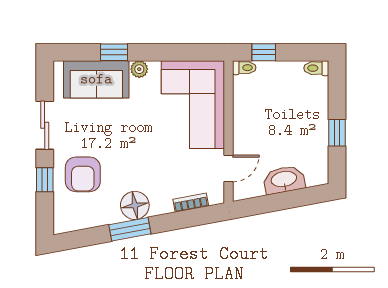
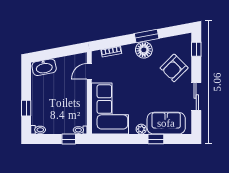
window: (337, 133) -> (26, 108), moved
armchair: (83, 174) -> (174, 68), turned -135
window: (45, 180) -> (196, 49), moved
washbasin: (284, 180) -> (44, 67), moved

